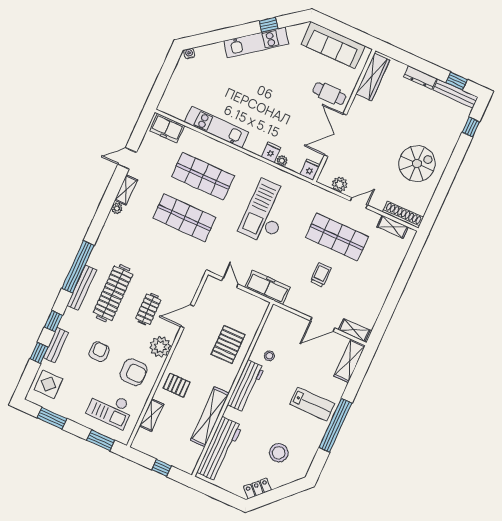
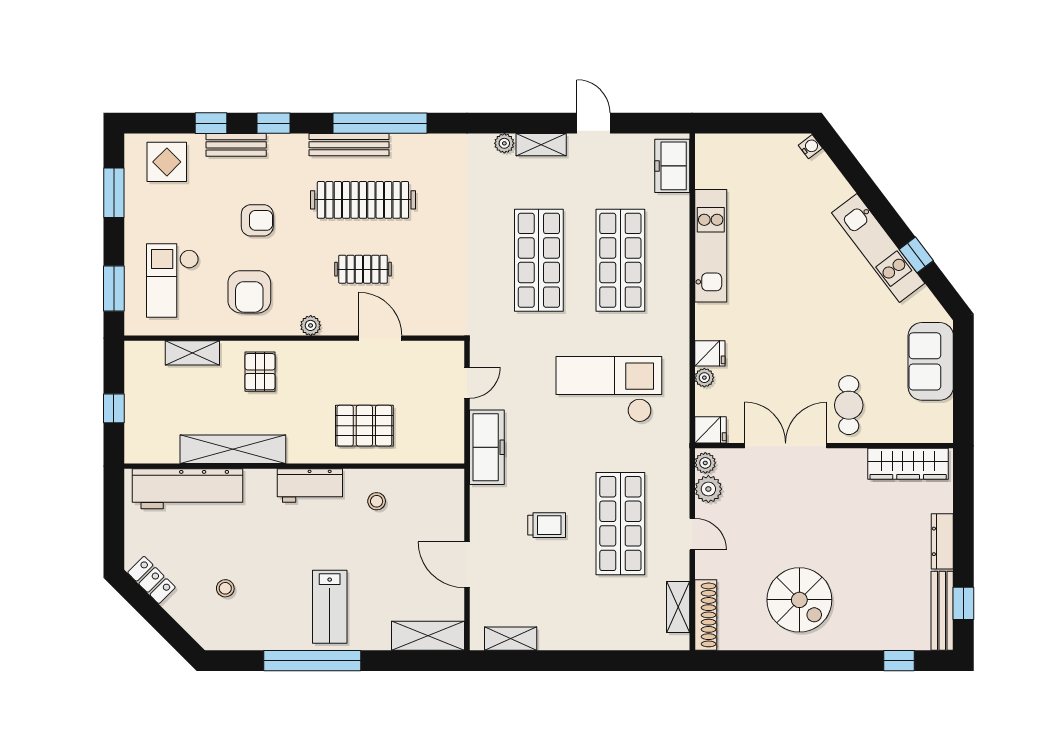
sofa: (333, 45) -> (931, 361), width x0.73
plant: (326, 180) -> (705, 463), added
shelving: (354, 330) -> (511, 639), moved, turned 90
plant: (160, 347) -> (311, 325), width x0.53, depth x0.53
workbench: (246, 386) -> (310, 485), width x0.73
stool: (279, 453) -> (225, 588), width x0.53, depth x0.53

